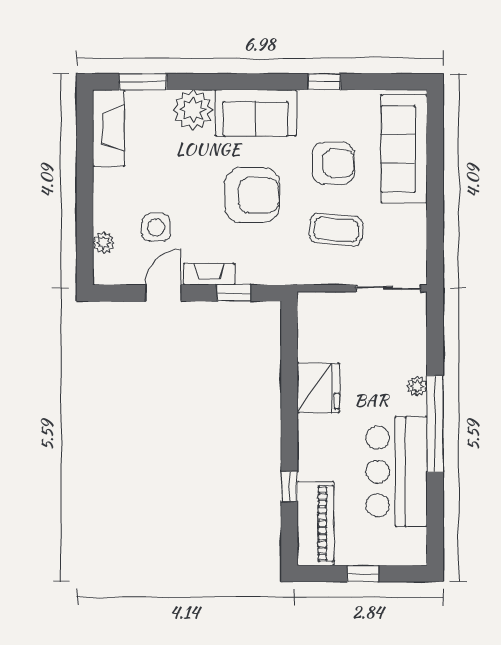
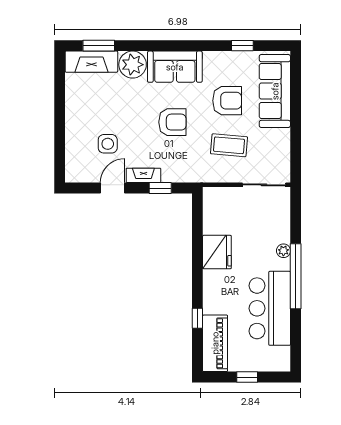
window: (324, 82) -> (242, 46), moved
fireplace: (109, 128) -> (91, 62), moved, turned 90
armchair: (252, 195) -> (172, 122), width x0.73, depth x0.73
plant: (104, 242) -> (72, 154), removed

